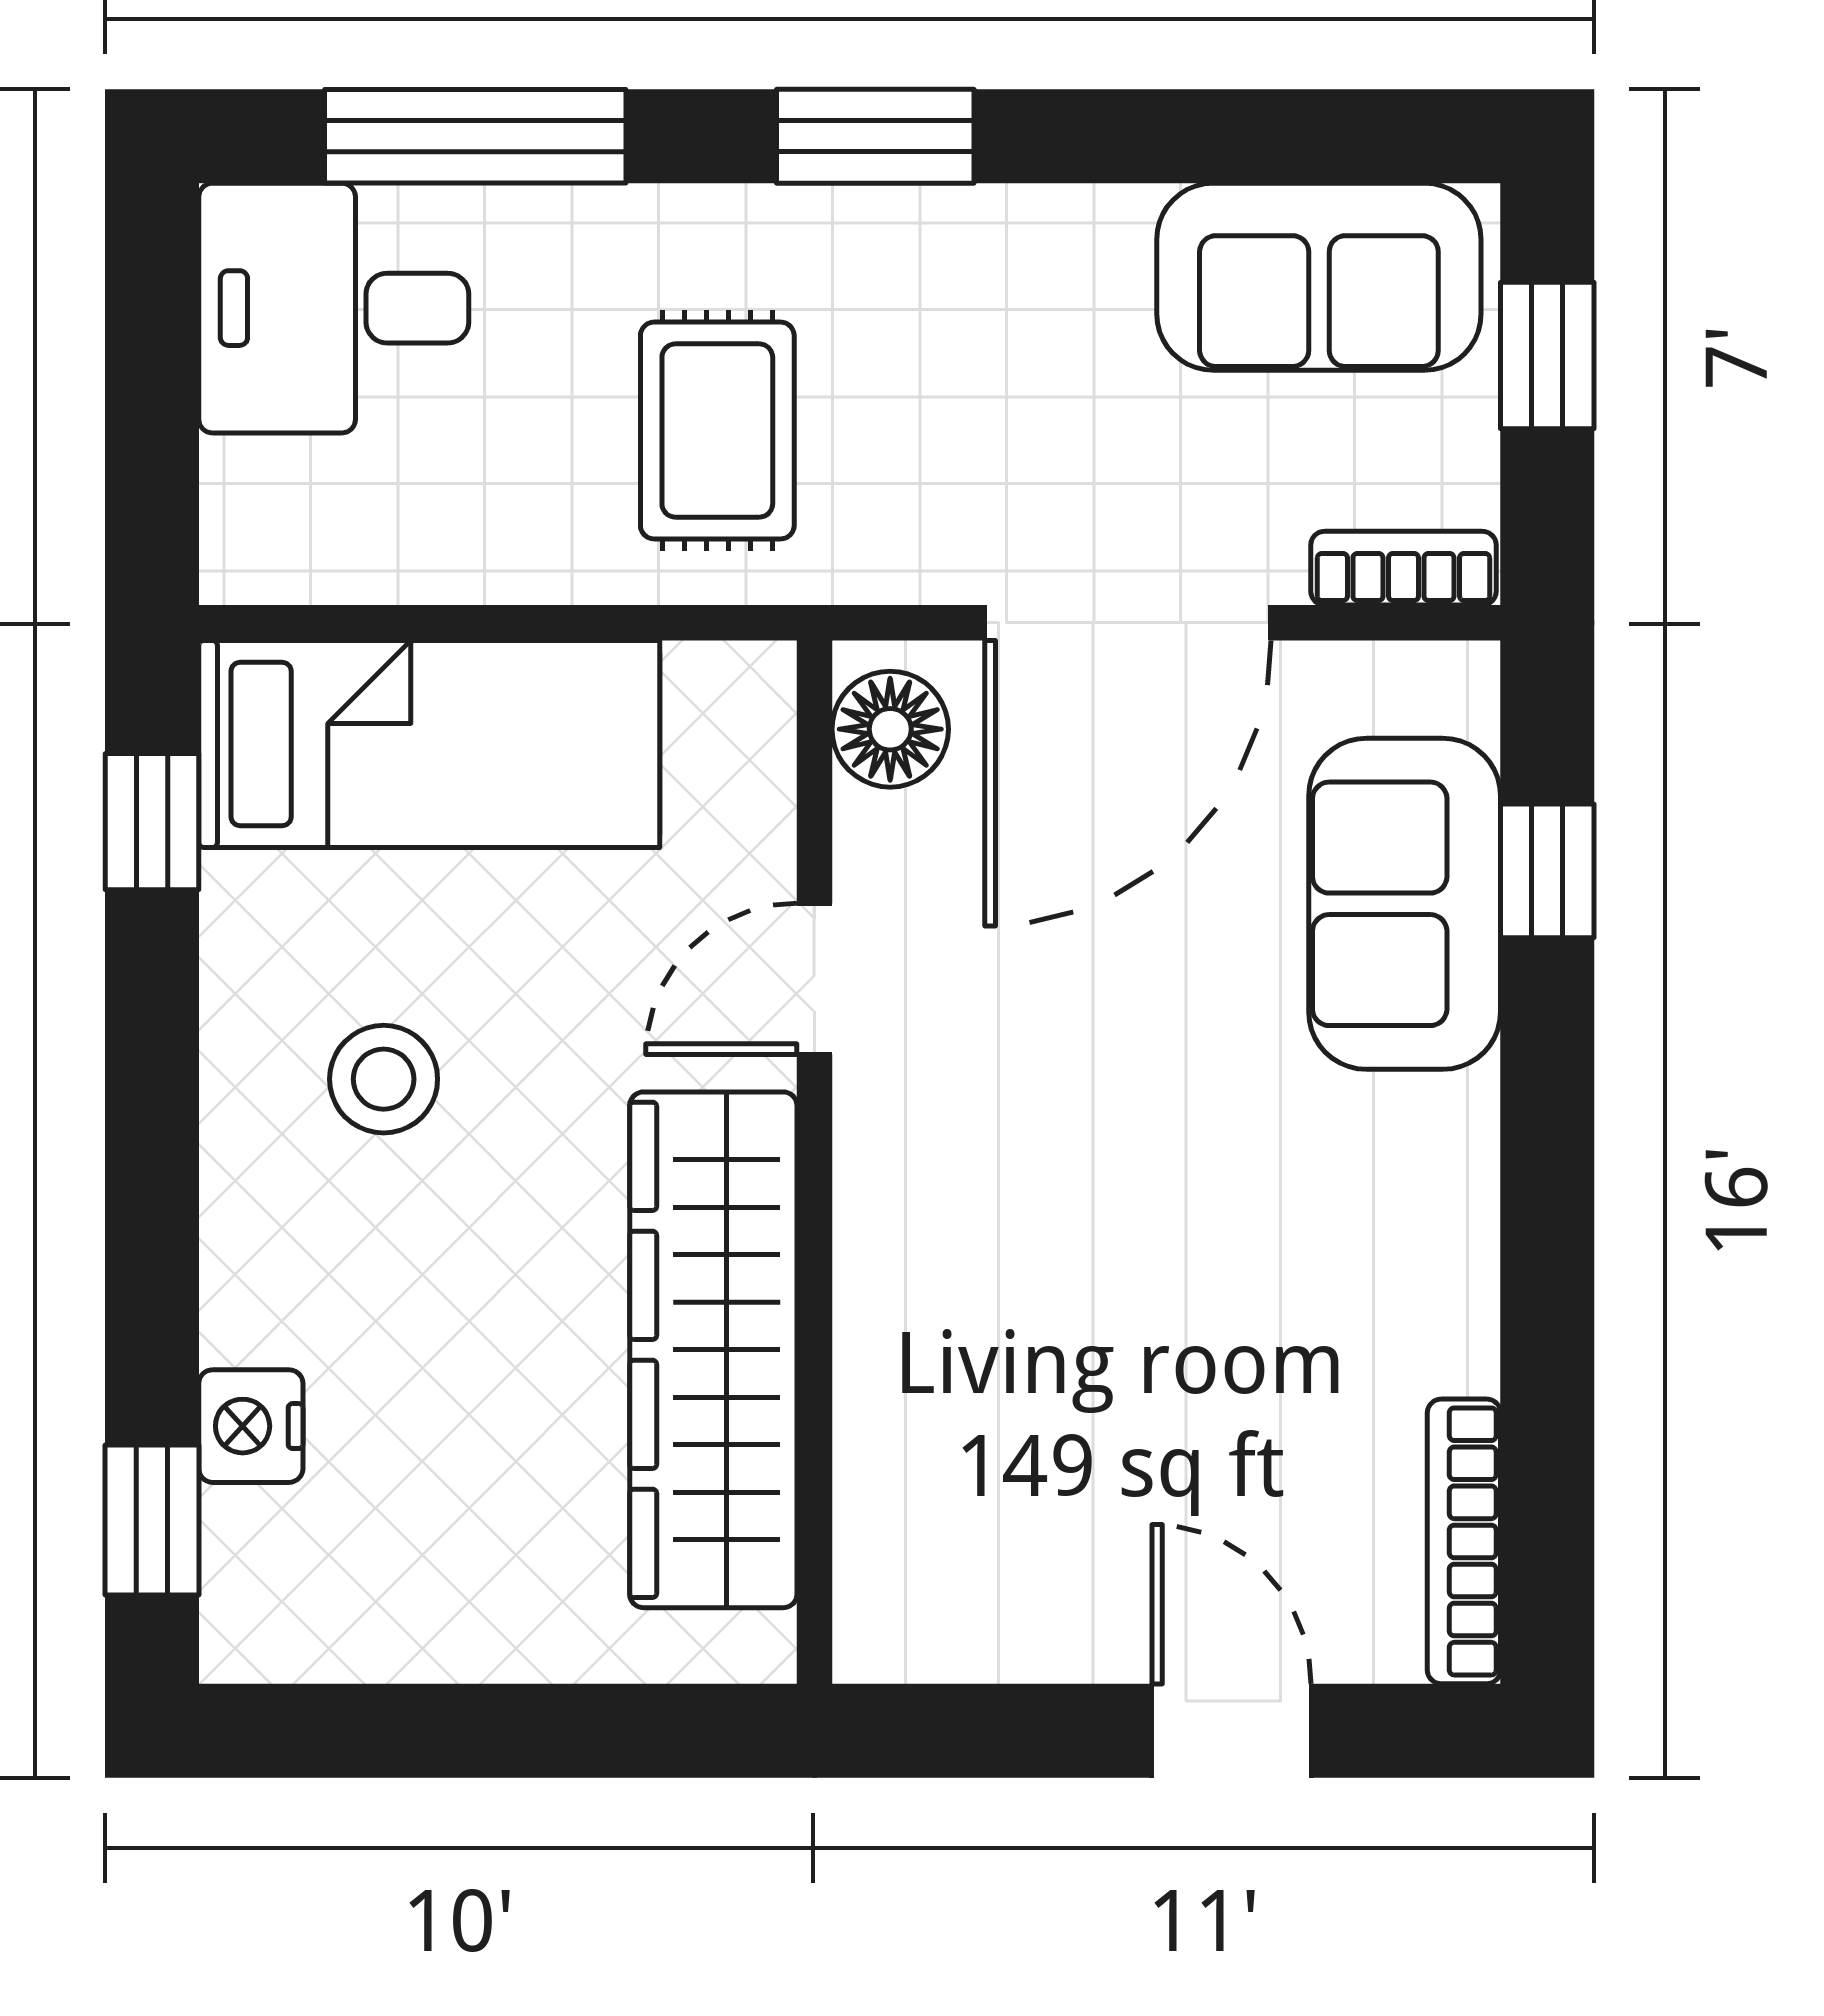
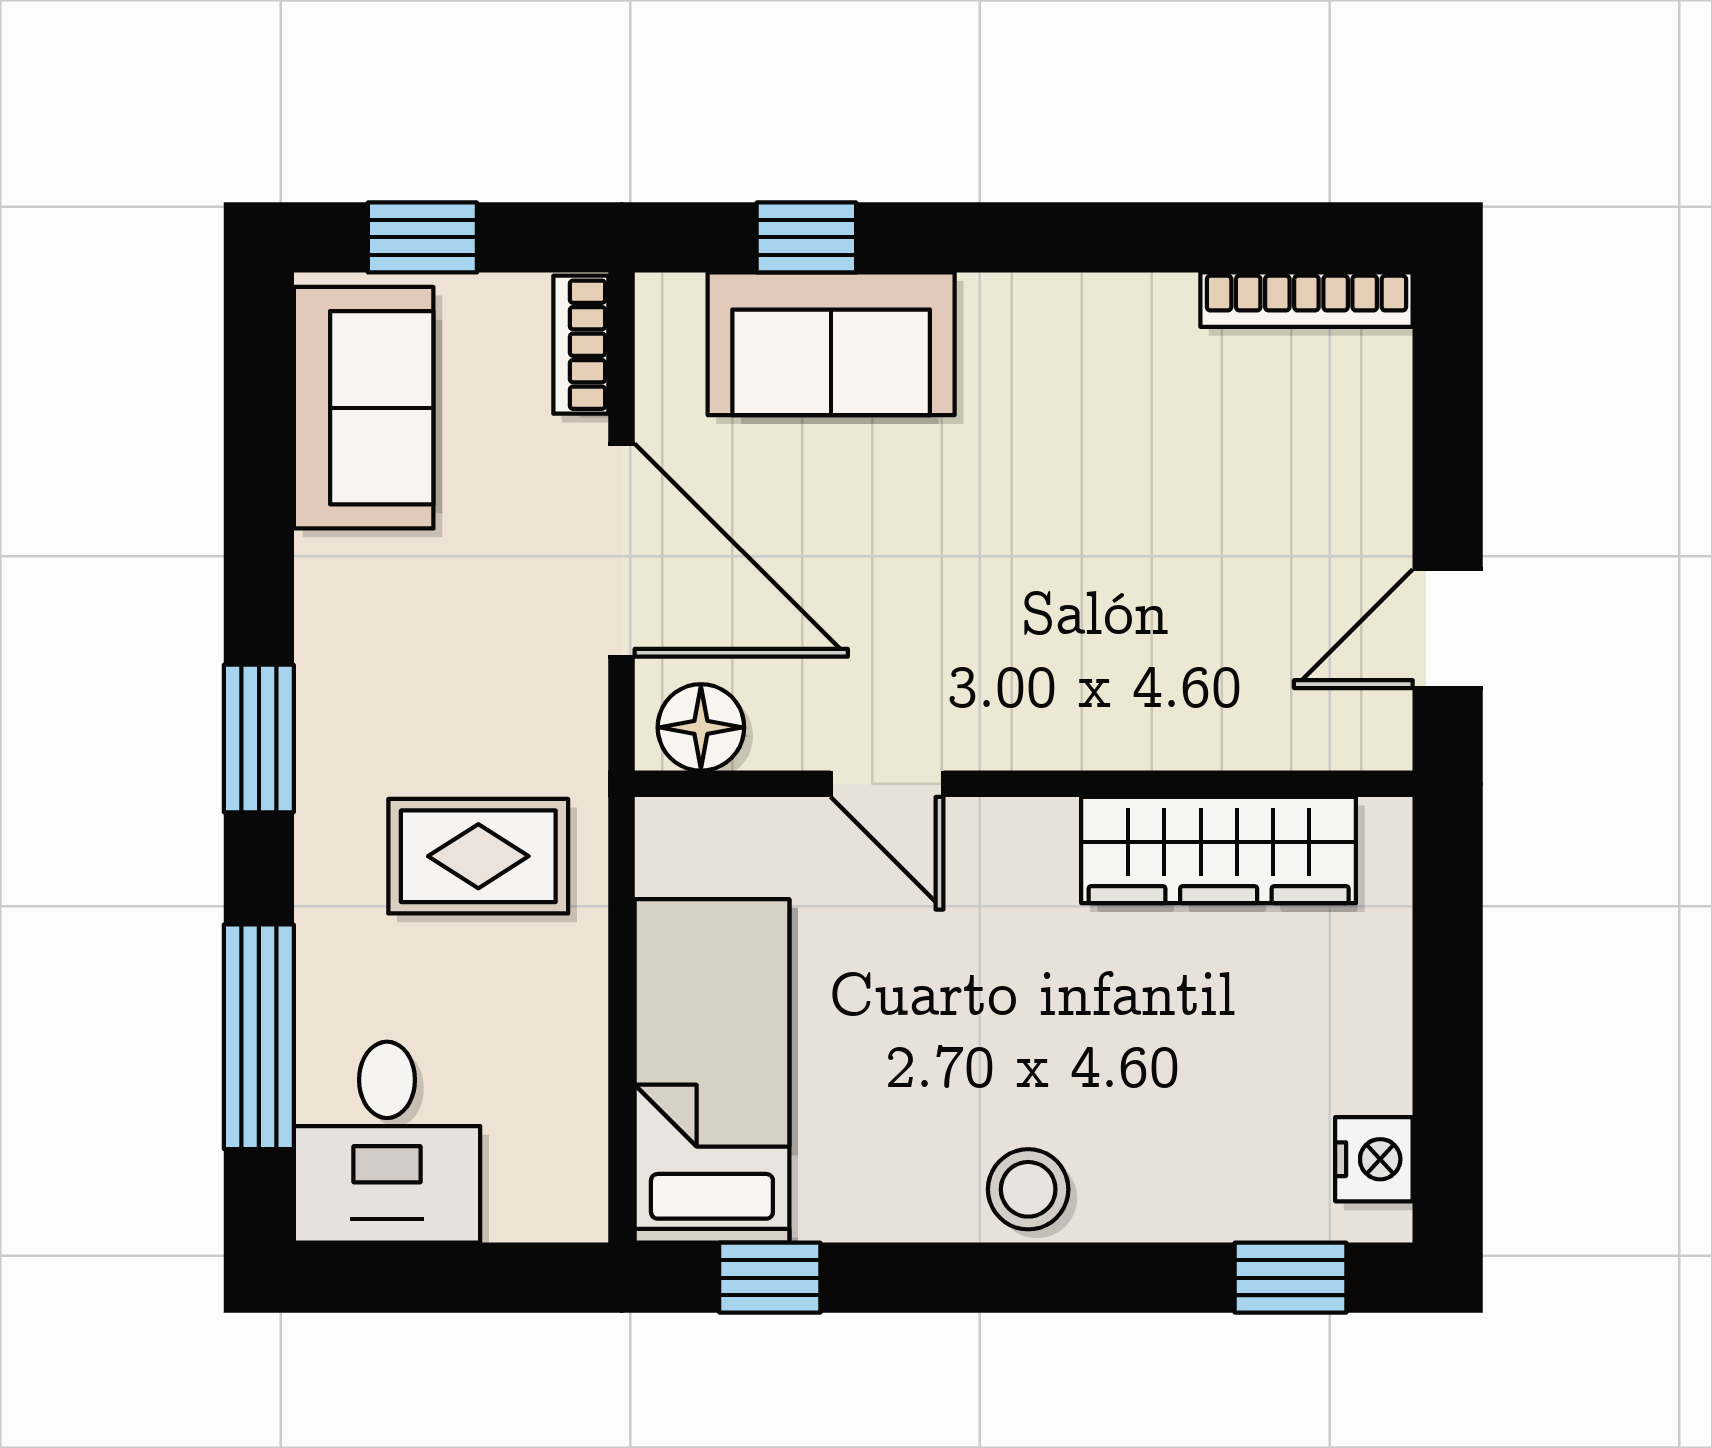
stool: (384, 1079) -> (1028, 1189), moved
wardrobe: (713, 1350) -> (1219, 850), width x0.71, depth x0.85
nightstand: (251, 1426) -> (1374, 1159), moved, turned -90
door: (1231, 1731) -> (1448, 629), moved

